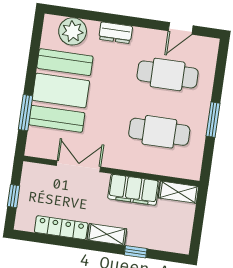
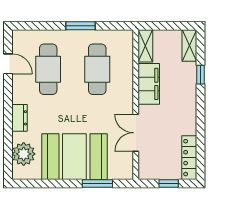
locker: (61, 228) -> (189, 158), moved
shelving: (107, 234) -> (189, 46), moved

